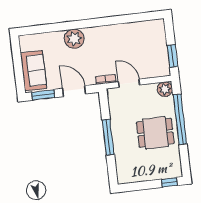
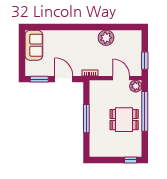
plant: (74, 39) -> (106, 38), moved
sofa: (33, 71) -> (34, 45), moved
door: (129, 83) -> (121, 78), moved

